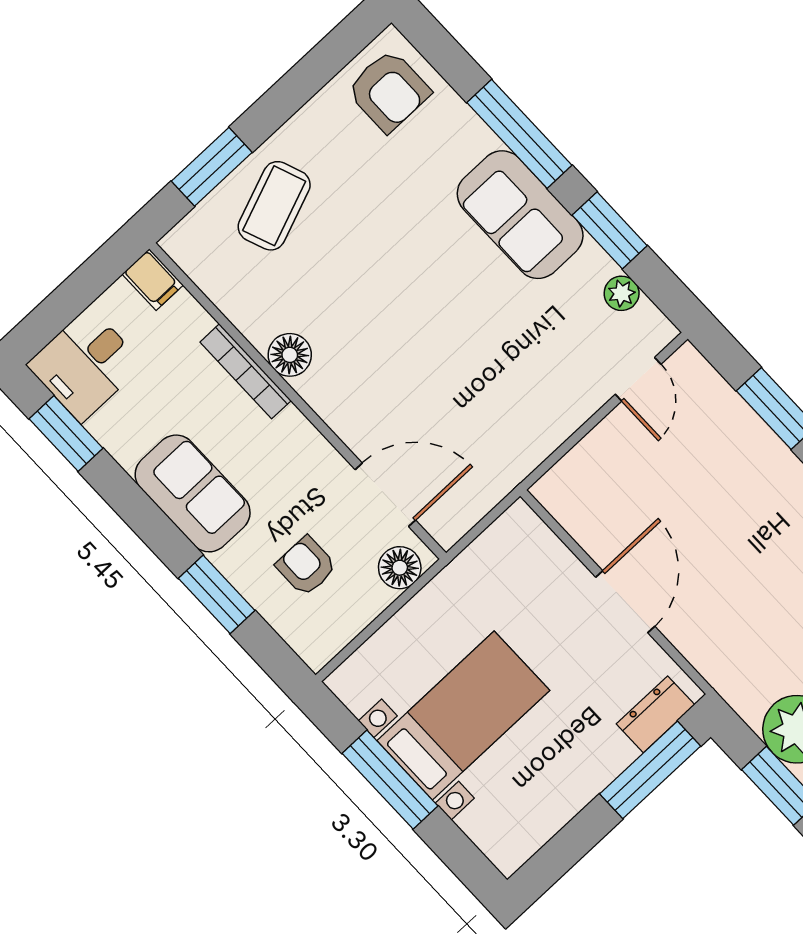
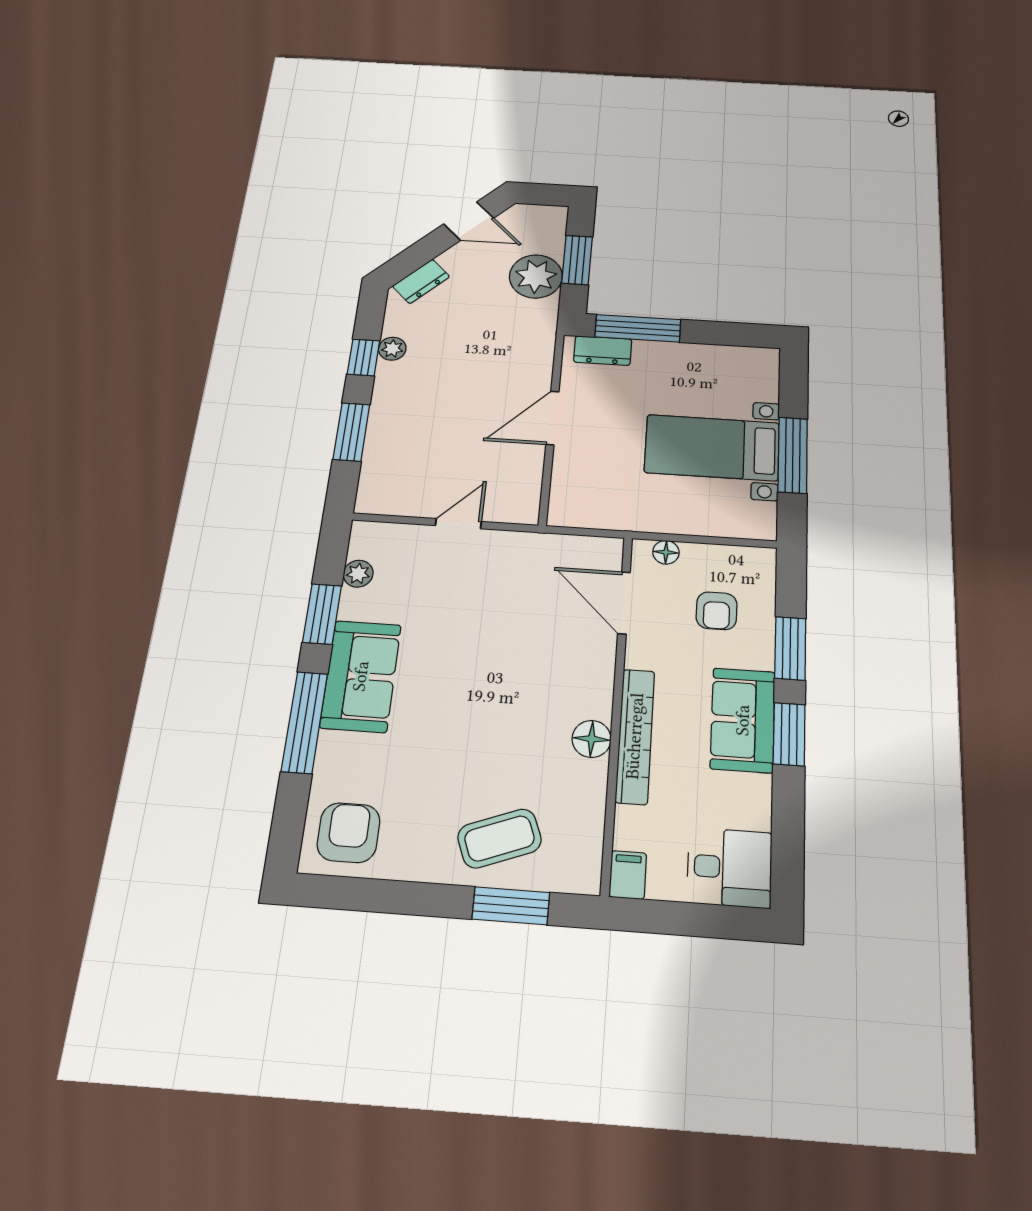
bookcase: (246, 371) -> (635, 736), width x1.48, depth x1.31
door: (638, 379) -> (458, 524), moved
window: (66, 433) -> (789, 734), moved
floor lamp: (400, 568) -> (666, 552), width x0.73, depth x0.73

